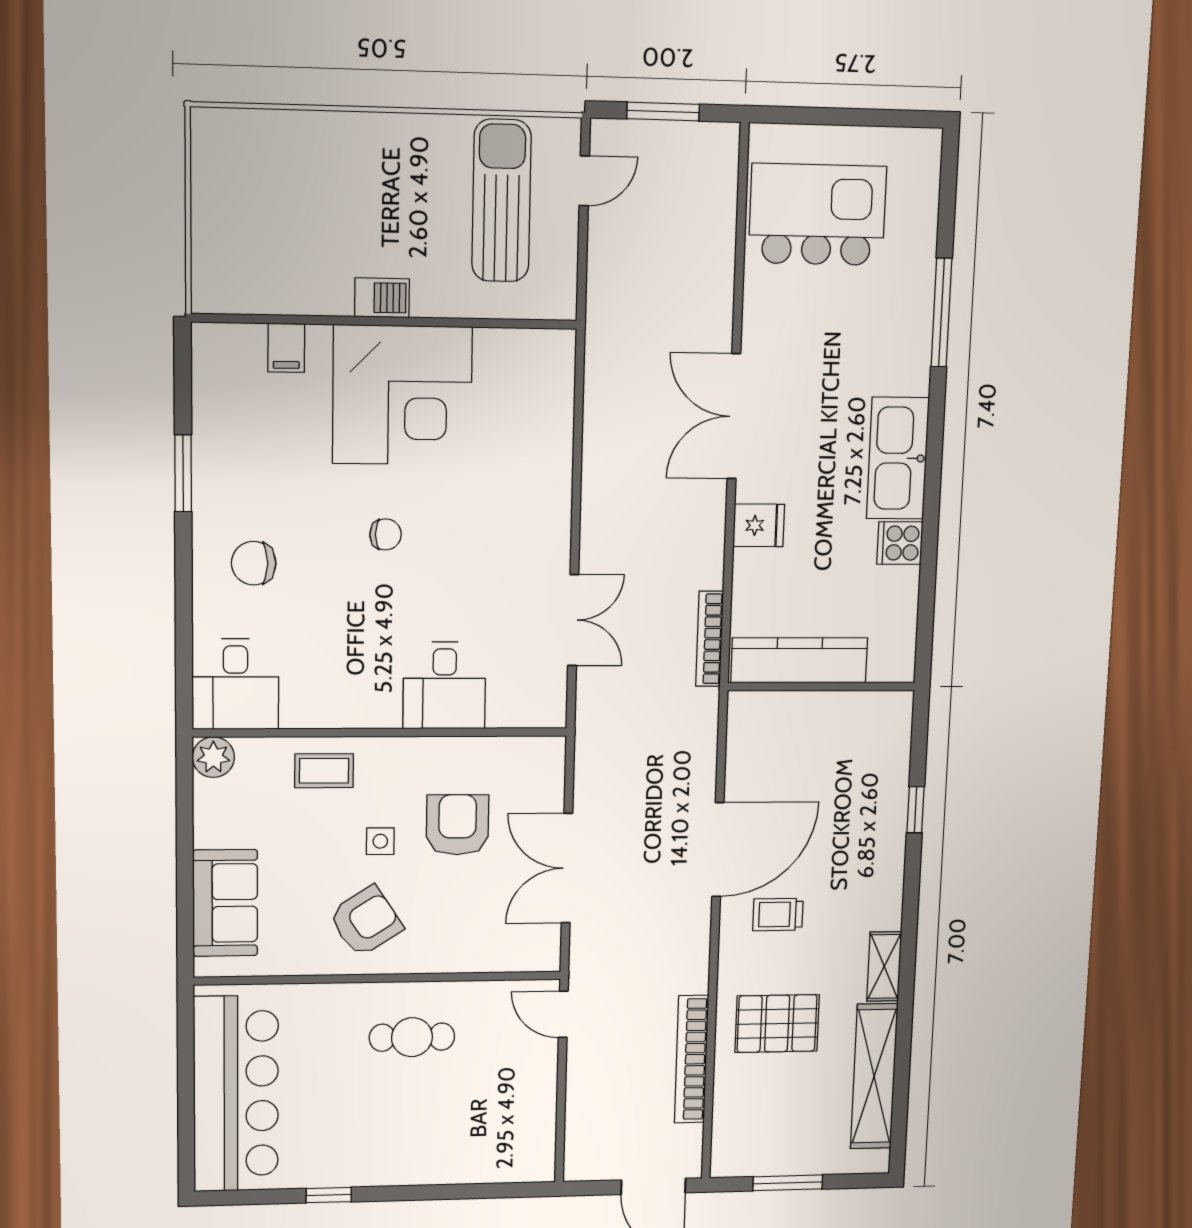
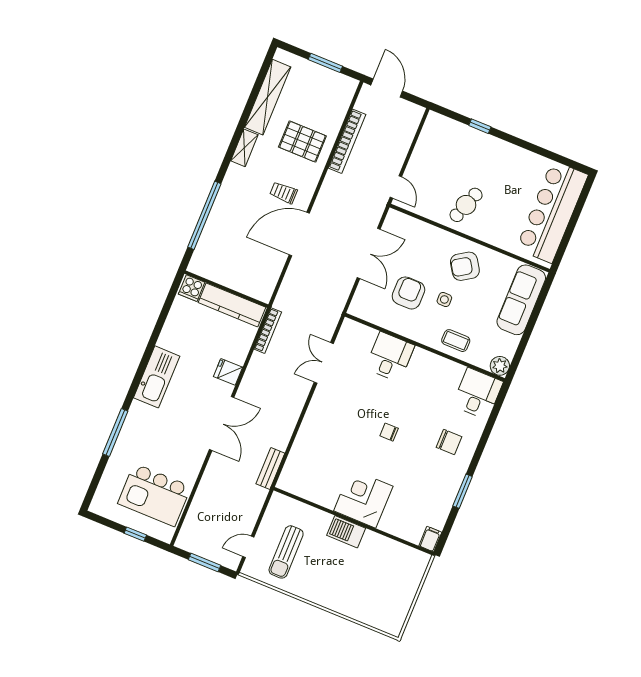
window: (828, 116) -> (135, 534), added
sun lounger: (501, 201) -> (286, 552), width x0.73, depth x0.75
barbecue: (382, 298) -> (346, 532), width x1.38, depth x1.27
filing cabinet: (286, 348) -> (430, 539), moved
bench: (600, 363) -> (270, 468), added
corner desk: (402, 395) -> (363, 499), width x0.74, depth x0.74
cooker: (900, 543) -> (192, 288), moved, turned 90
window: (915, 810) -> (204, 215), width x3.17
armchair: (457, 825) -> (408, 293), turned 180
sofa: (225, 903) -> (521, 300), width x1.36
trolley: (778, 914) -> (283, 193), turned 180
cafe table: (412, 1037) -> (466, 205), turned -70
window: (329, 1195) -> (480, 126), moved

